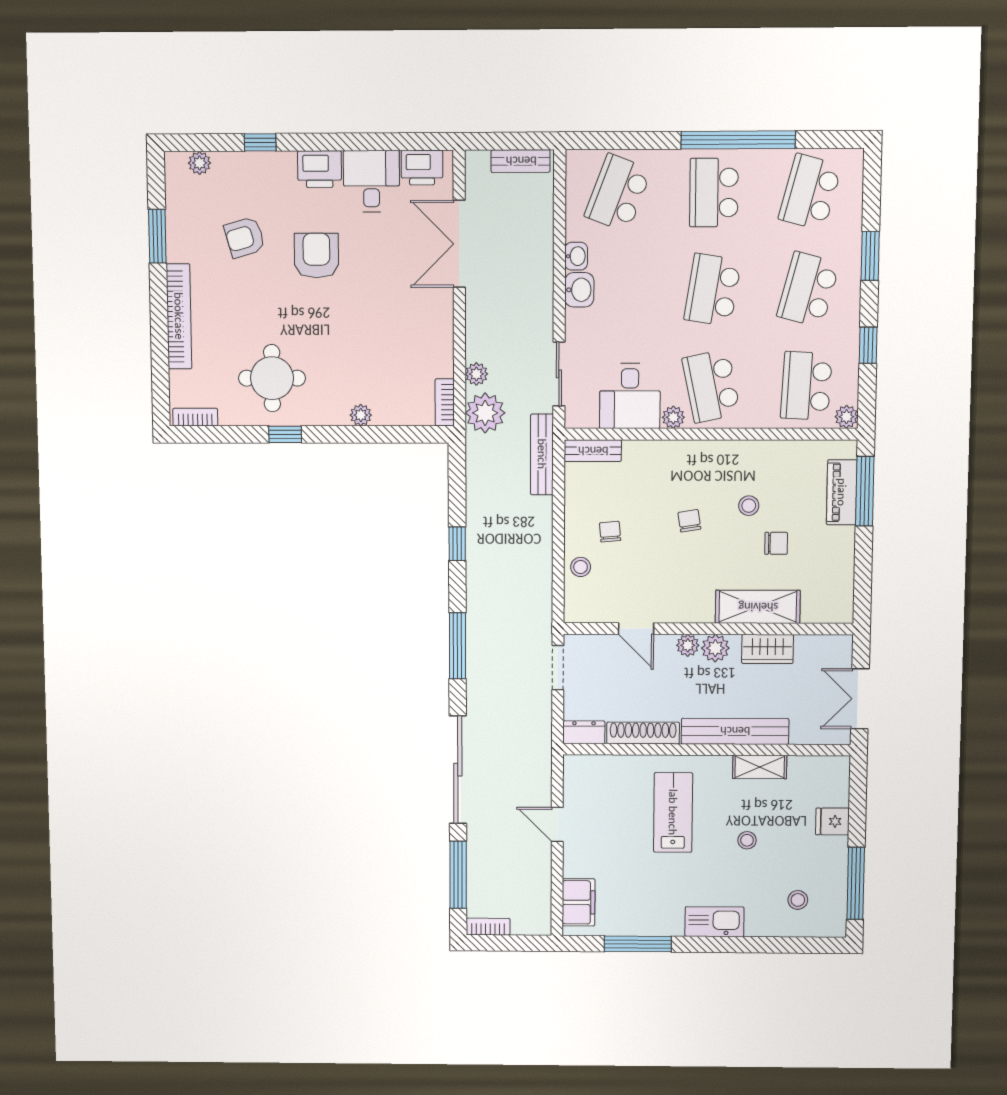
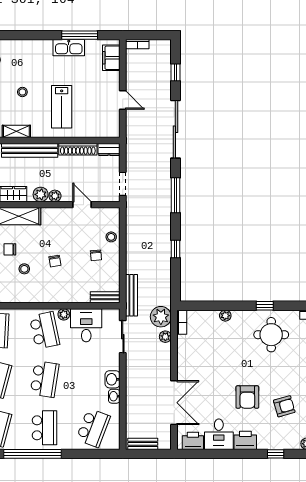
window: (458, 875) -> (175, 72), width x0.46
kitchen sink: (714, 922) -> (69, 48), moved
bookcase: (488, 927) -> (137, 44), moved

